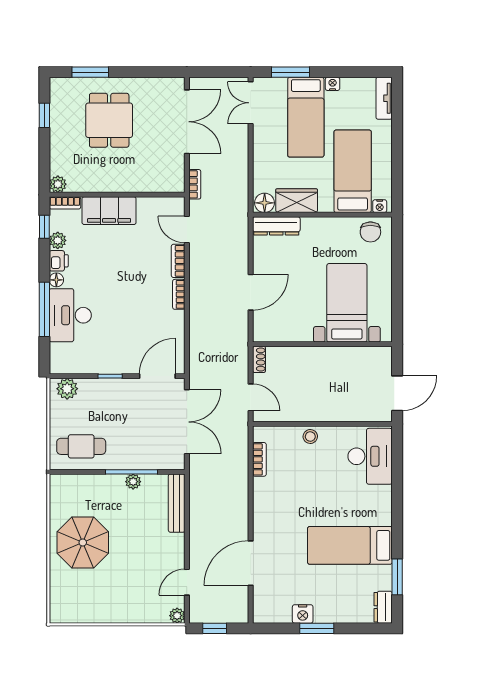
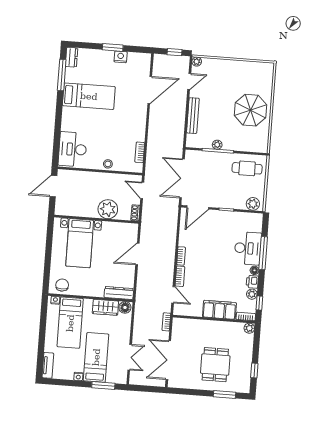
double door: (251, 103) -> (130, 357), moved
plant: (305, 362) -> (108, 209), added
bench: (177, 503) -> (193, 116), moved
window: (397, 577) -> (62, 75), width x1.44

